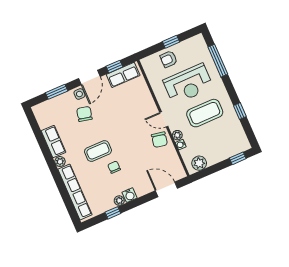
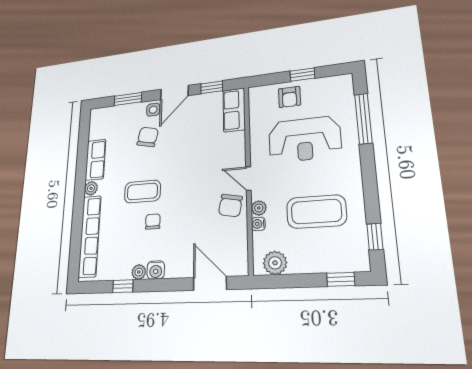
armchair: (169, 59) -> (289, 97), turned -90
row of seats: (123, 75) -> (234, 110), moved, turned 90
window: (240, 111) -> (375, 237), moved
coffee table: (205, 113) -> (316, 212), moved

